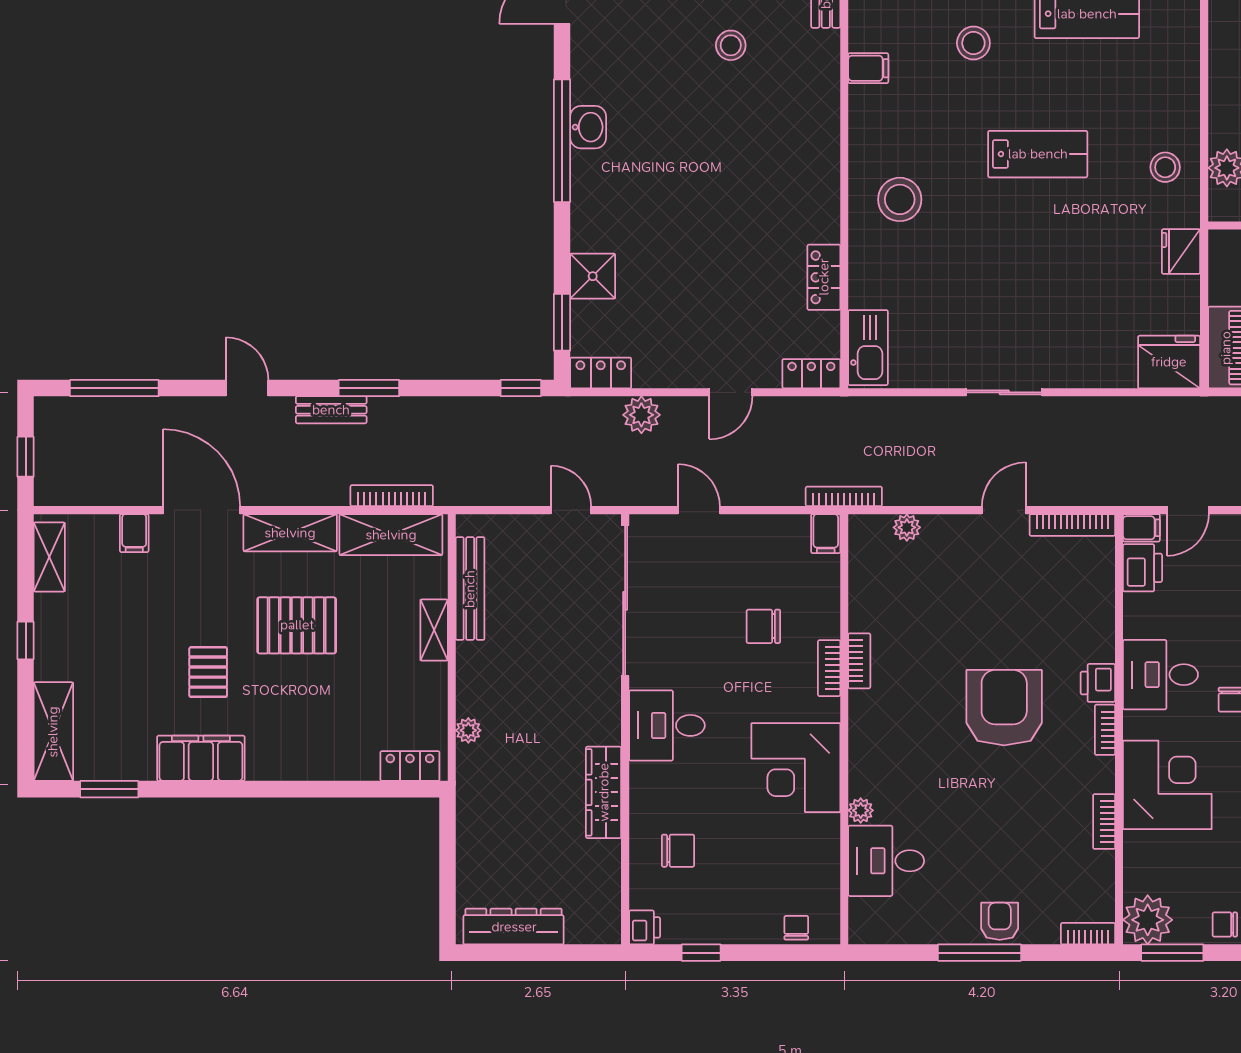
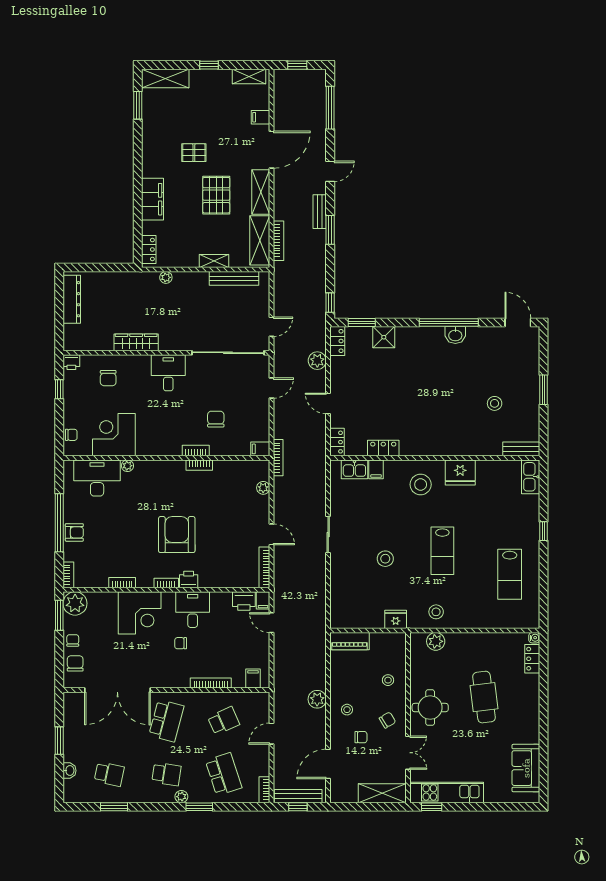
stool: (973, 43) -> (385, 559), moved
filing cabinet: (868, 68) -> (376, 469), moved
kitchen sink: (868, 348) -> (354, 469), width x0.73
fridge: (1169, 362) -> (460, 472), moved, turned 90
armchair: (1004, 708) -> (177, 535), turned -90
filing cabinet: (201, 758) -> (153, 199), moved
corner desk: (796, 768) -> (114, 435), moved
desk: (886, 861) -> (97, 478), width x1.37
window: (979, 953) -> (59, 523), width x1.46

